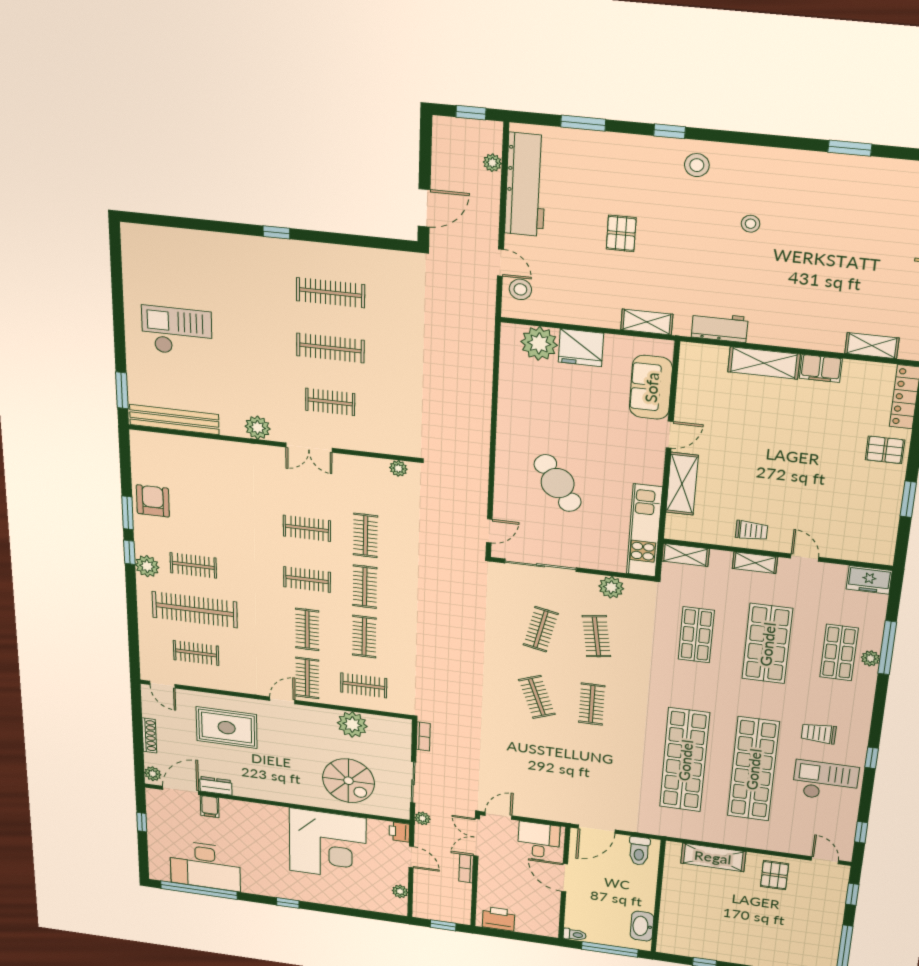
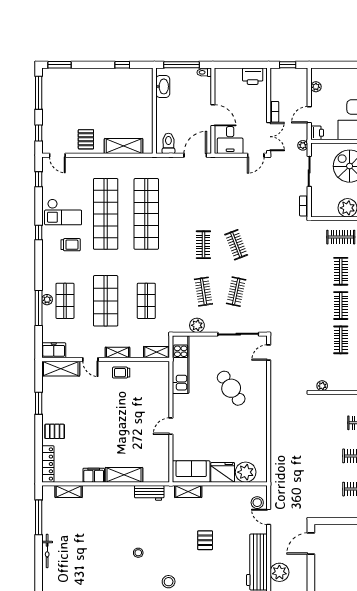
plant: (492, 163) -> (279, 572), width x1.88, depth x1.88
sofa: (651, 387) -> (191, 471), moved, turned -90
shelving: (682, 484) -> (61, 369), moved, turned 90
door: (411, 857) -> (309, 115), hinge flipped

